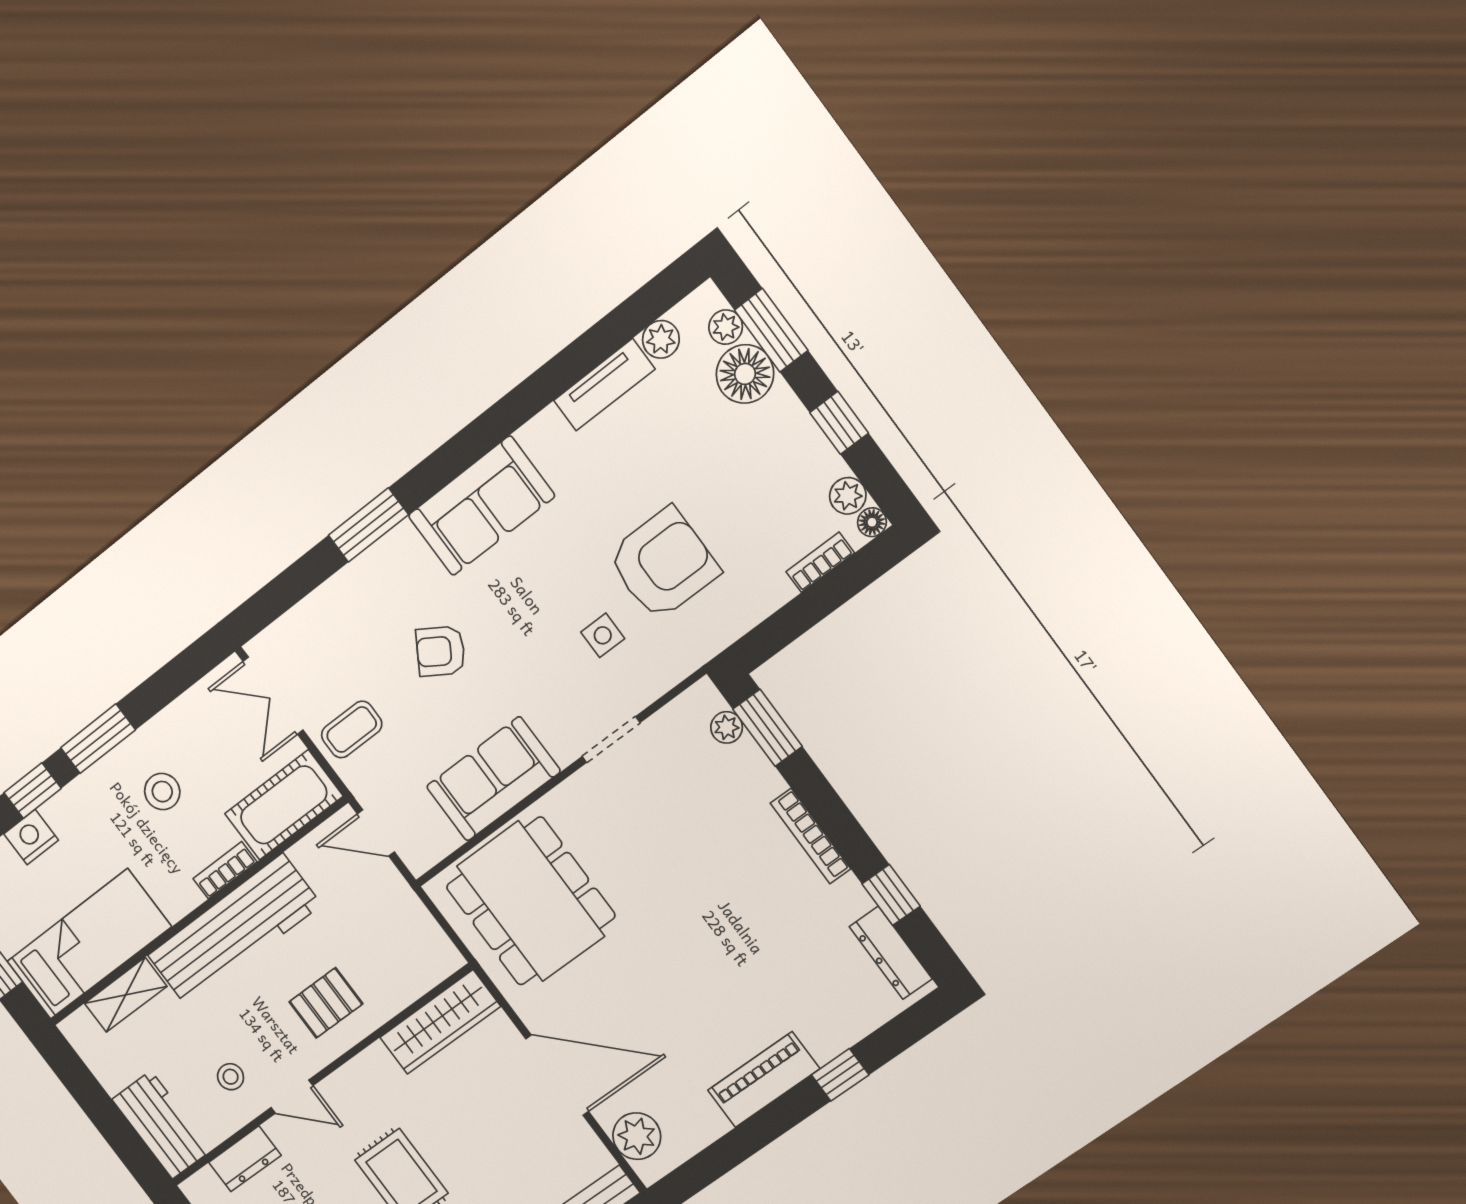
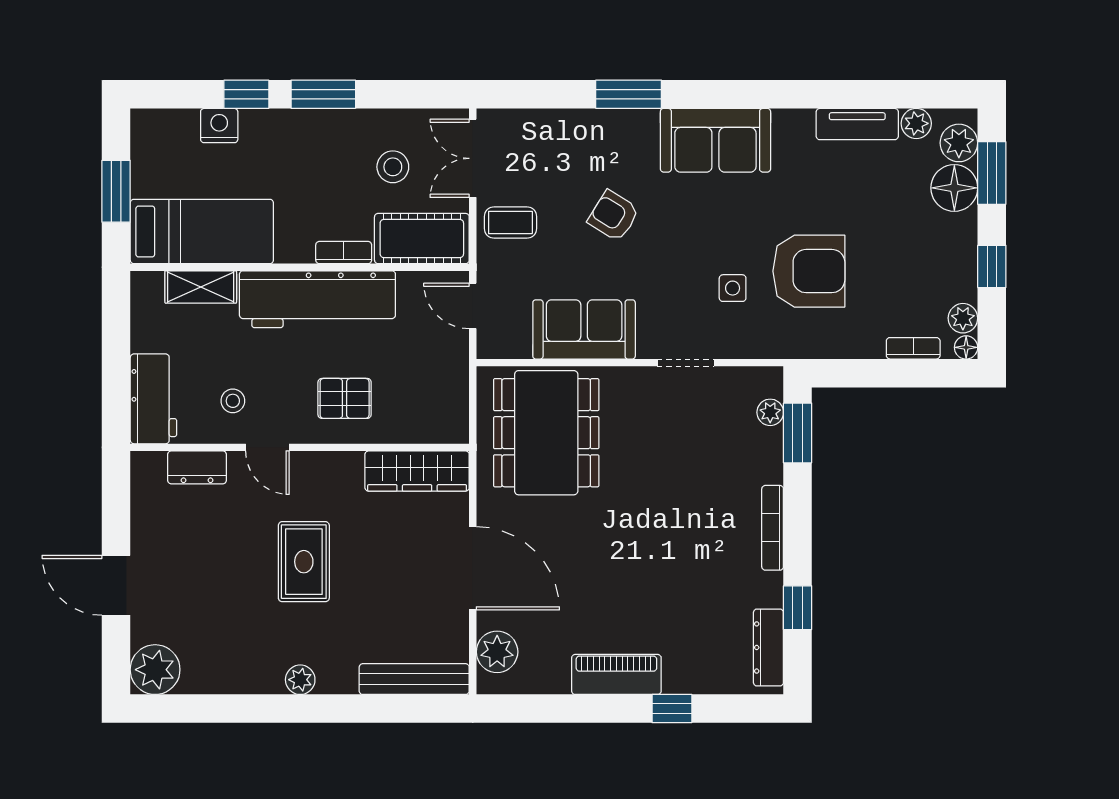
plant: (726, 327) -> (959, 143), width x1.38, depth x1.38
stool: (162, 792) -> (393, 167), moved

